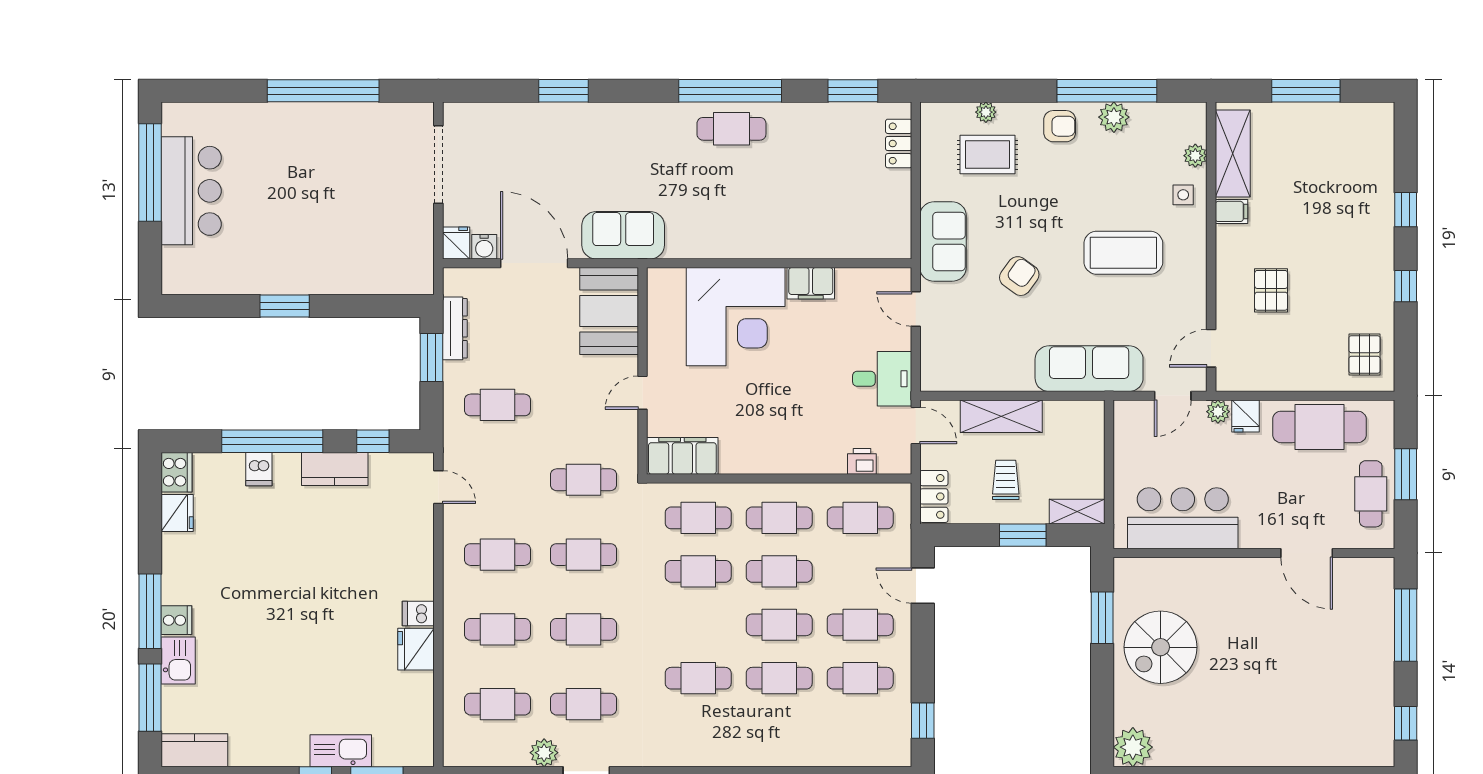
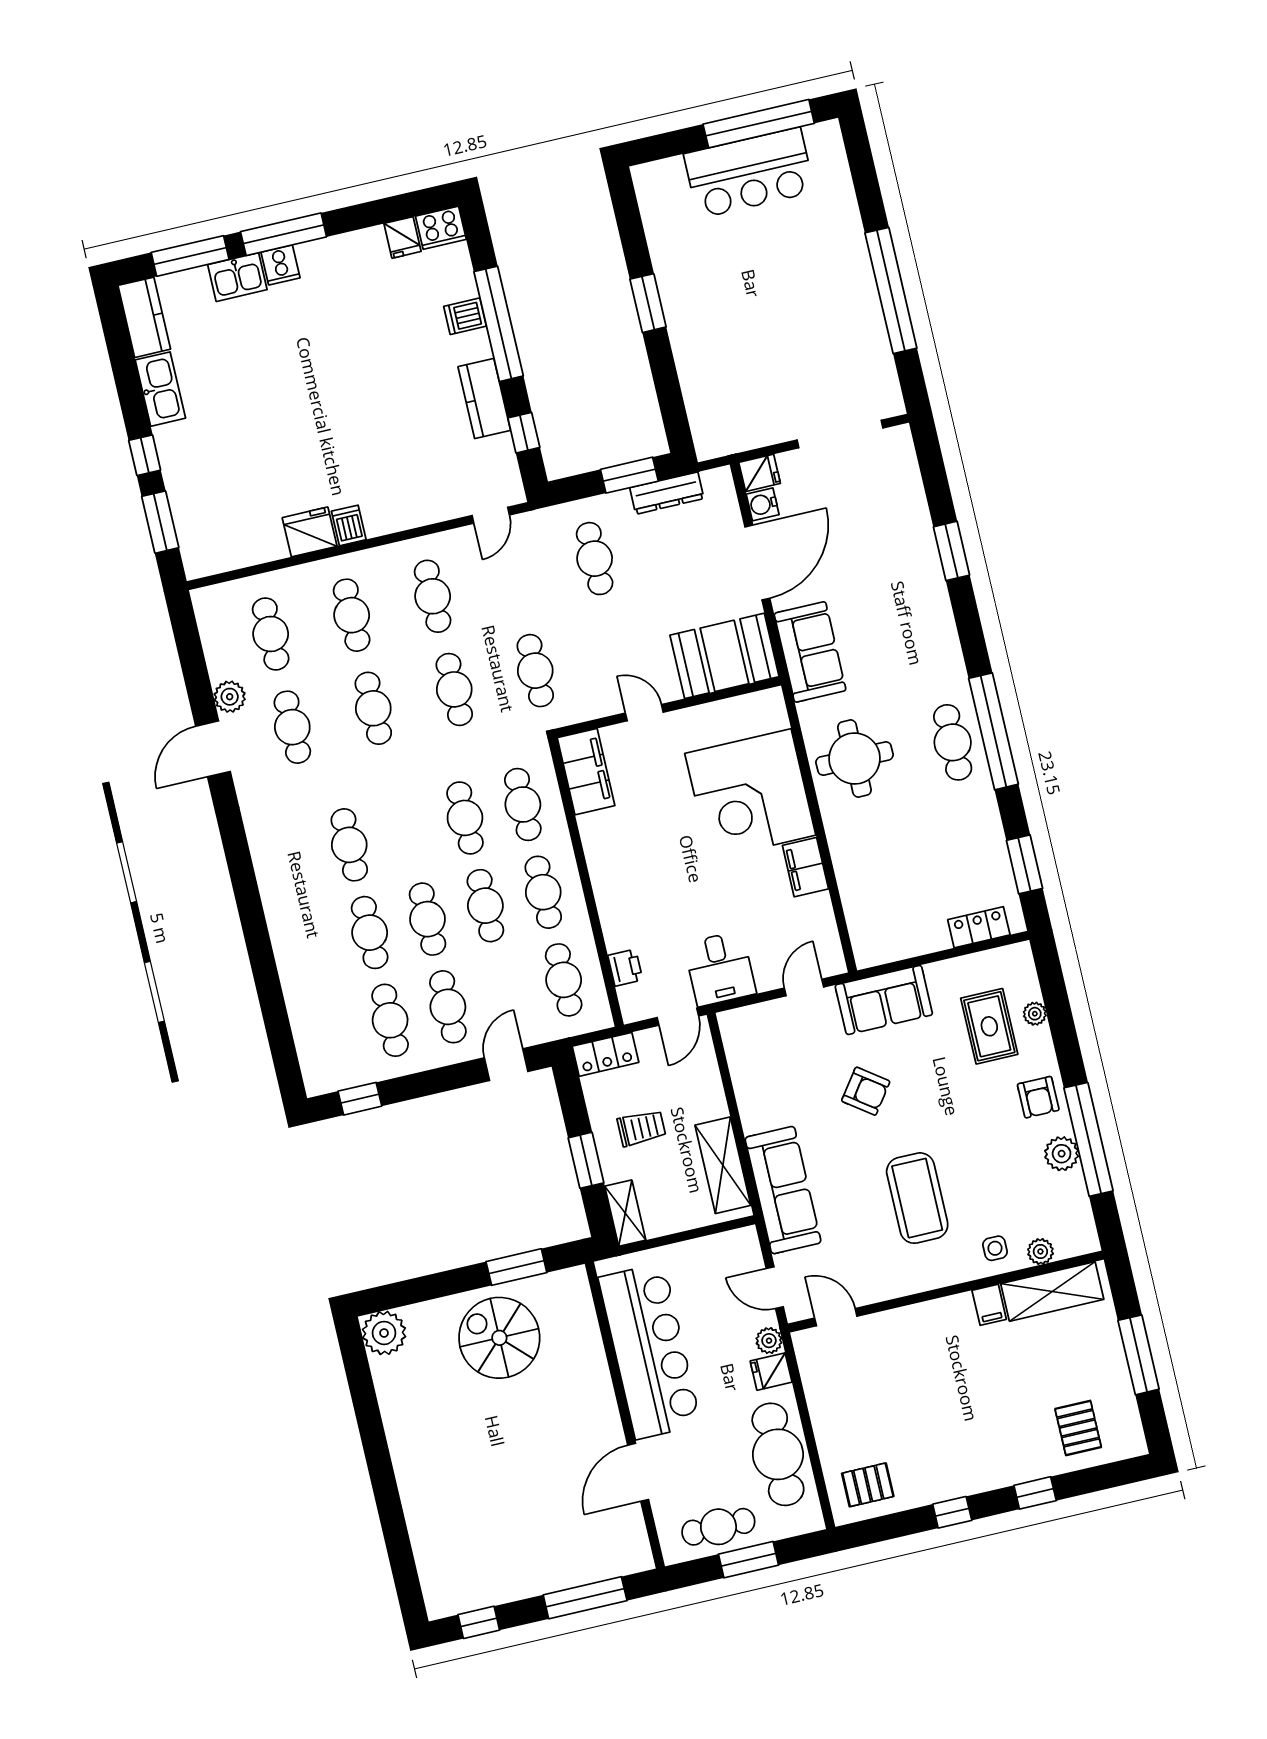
round table: (726, 218) -> (854, 759), added
pallet: (1271, 290) -> (1078, 1428), moved, turned 90
shelving: (1001, 416) -> (723, 1165), moved
fridge: (177, 513) -> (403, 237), width x0.72
bar counter: (1183, 518) -> (650, 1351), width x1.36
kitchen sink: (341, 751) -> (160, 389), moved

